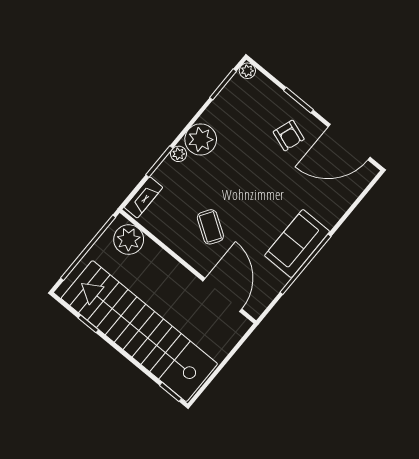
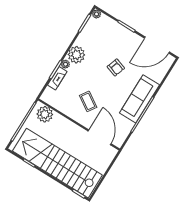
armchair: (289, 135) -> (116, 67), moved
fireplace: (144, 197) -> (57, 78), moved
sofa: (297, 244) -> (139, 99), width x1.36

